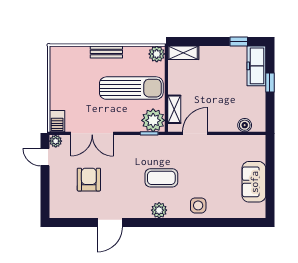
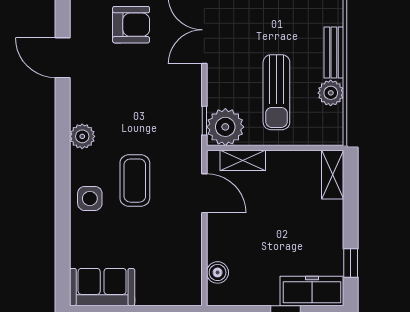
plant: (157, 54) -> (331, 93), moved
sun lounger: (131, 88) -> (276, 92), width x0.73, depth x0.75
coffee table: (161, 178) -> (135, 181), moved
sofa: (254, 182) -> (102, 287), moved

